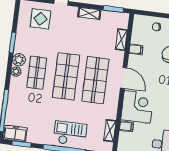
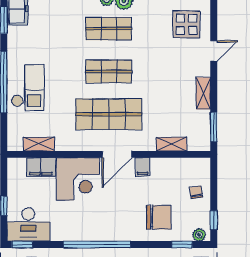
filing cabinet: (136, 49) -> (143, 167), moved
shop shelf: (66, 76) -> (109, 71), width x0.70, depth x0.74
filing cabinet: (126, 126) -> (41, 167), width x2.00

